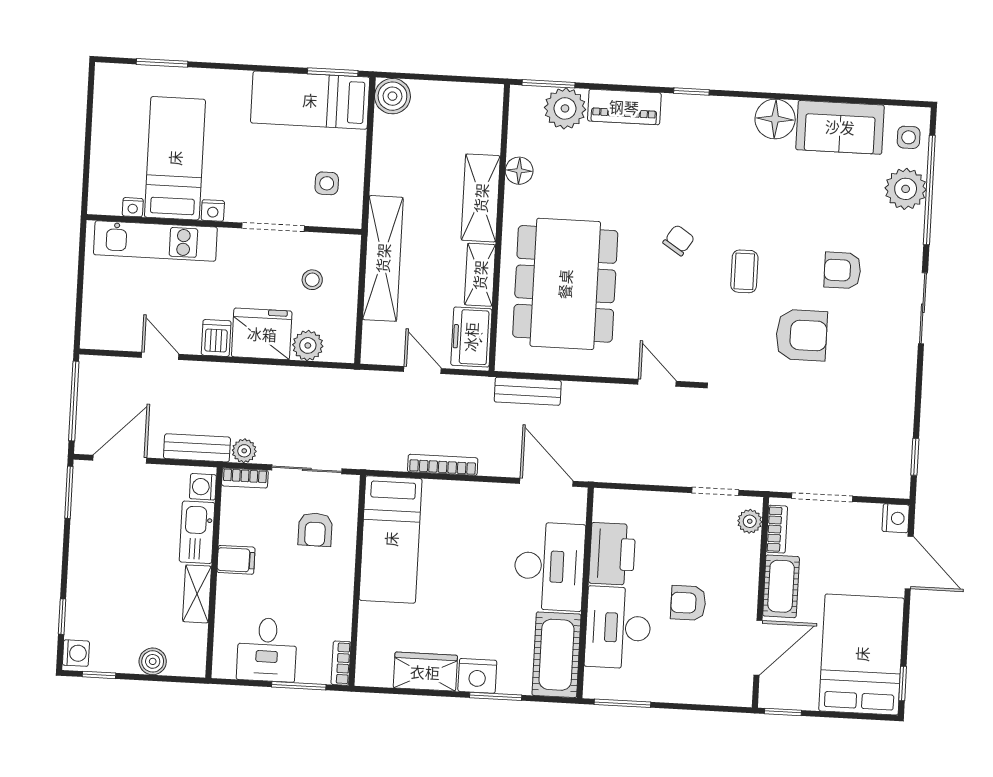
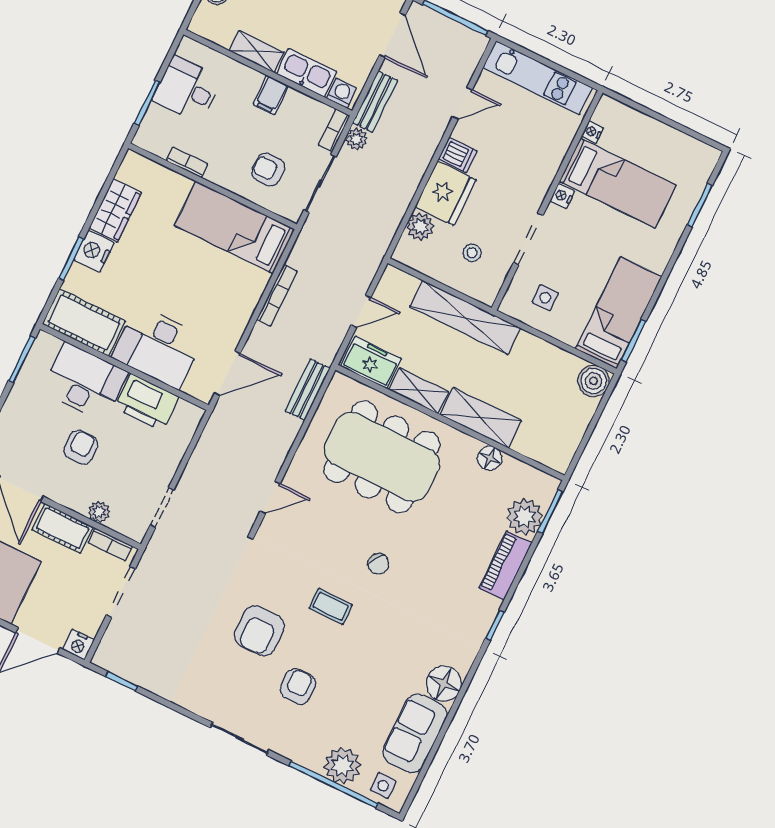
kitchen unit: (155, 241) -> (538, 78), moved, turned -90
plant: (750, 521) -> (99, 512), moved
bookcase: (341, 663) -> (187, 162), moved

